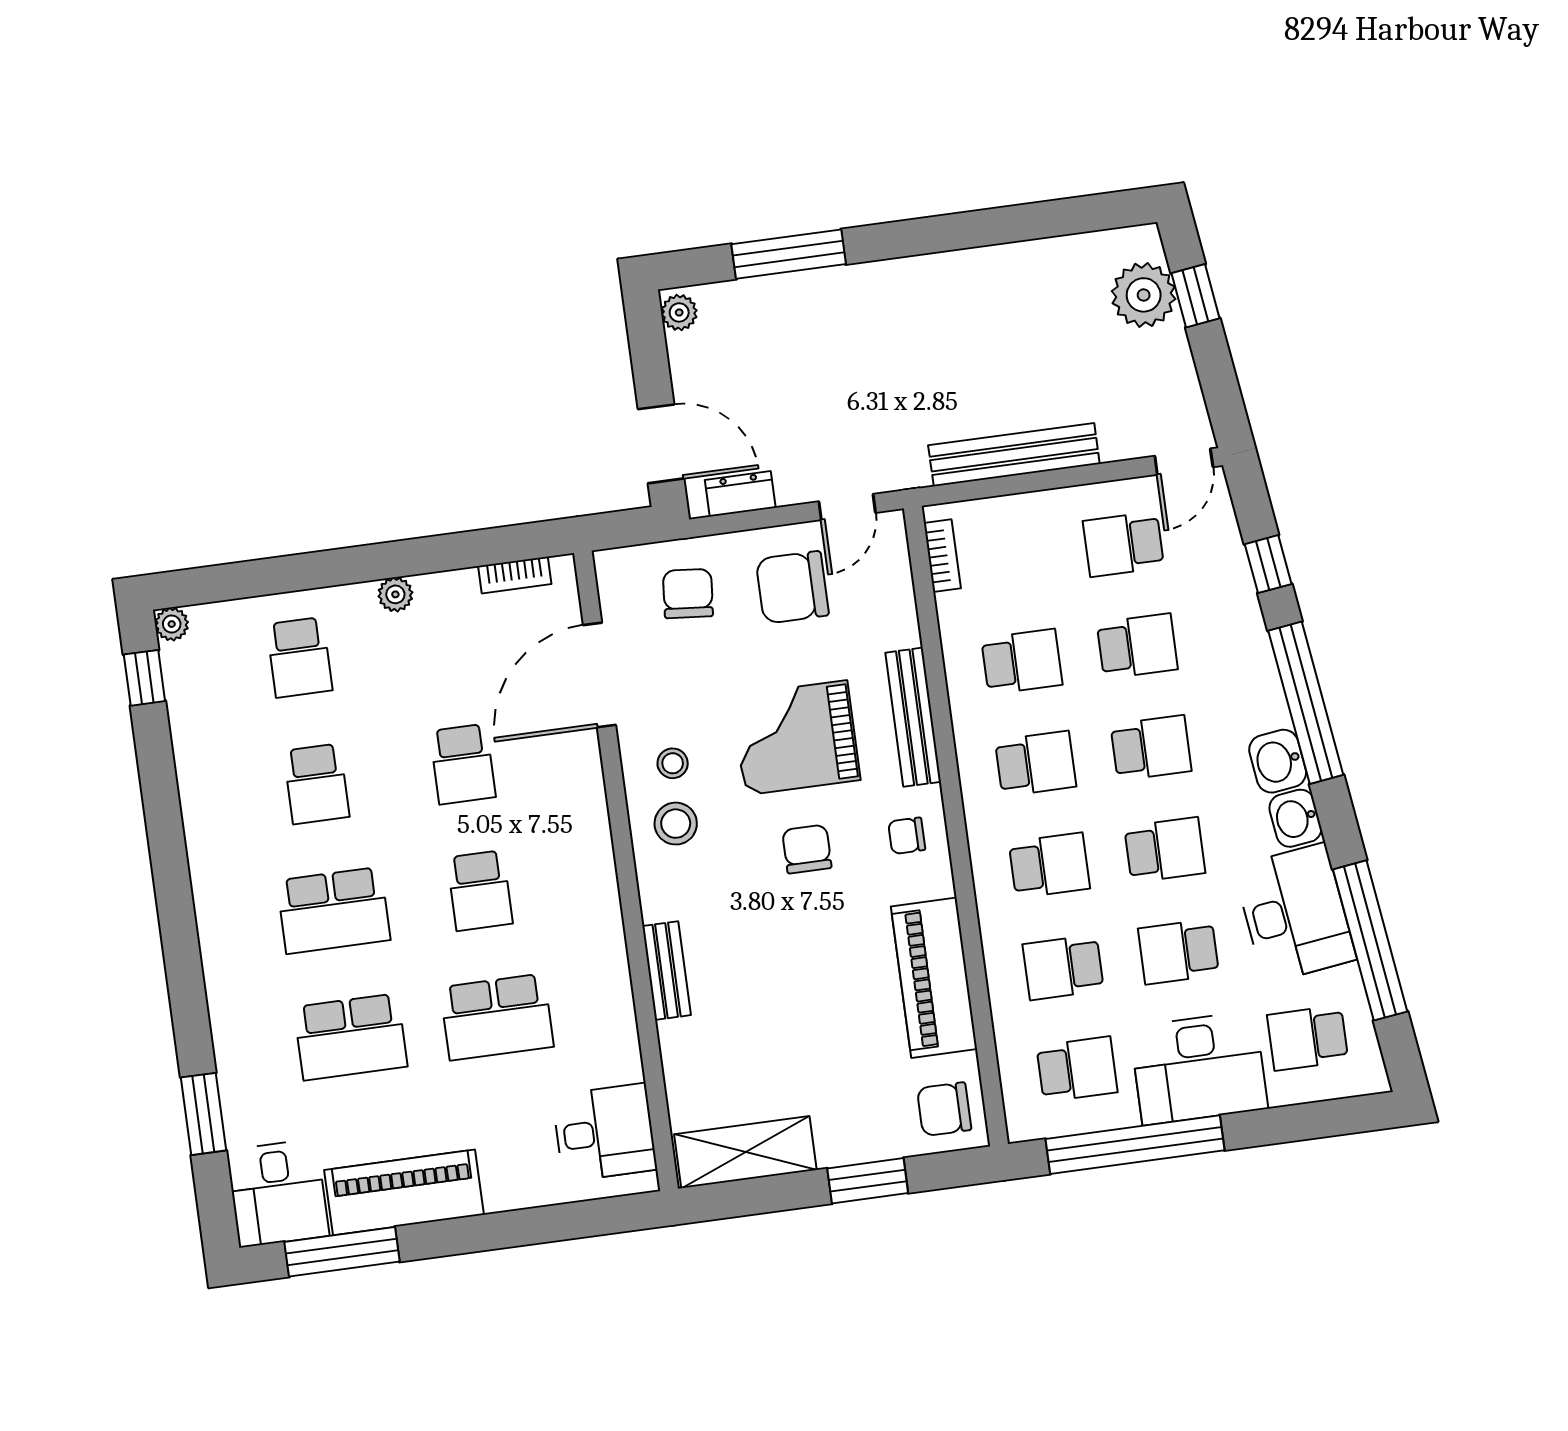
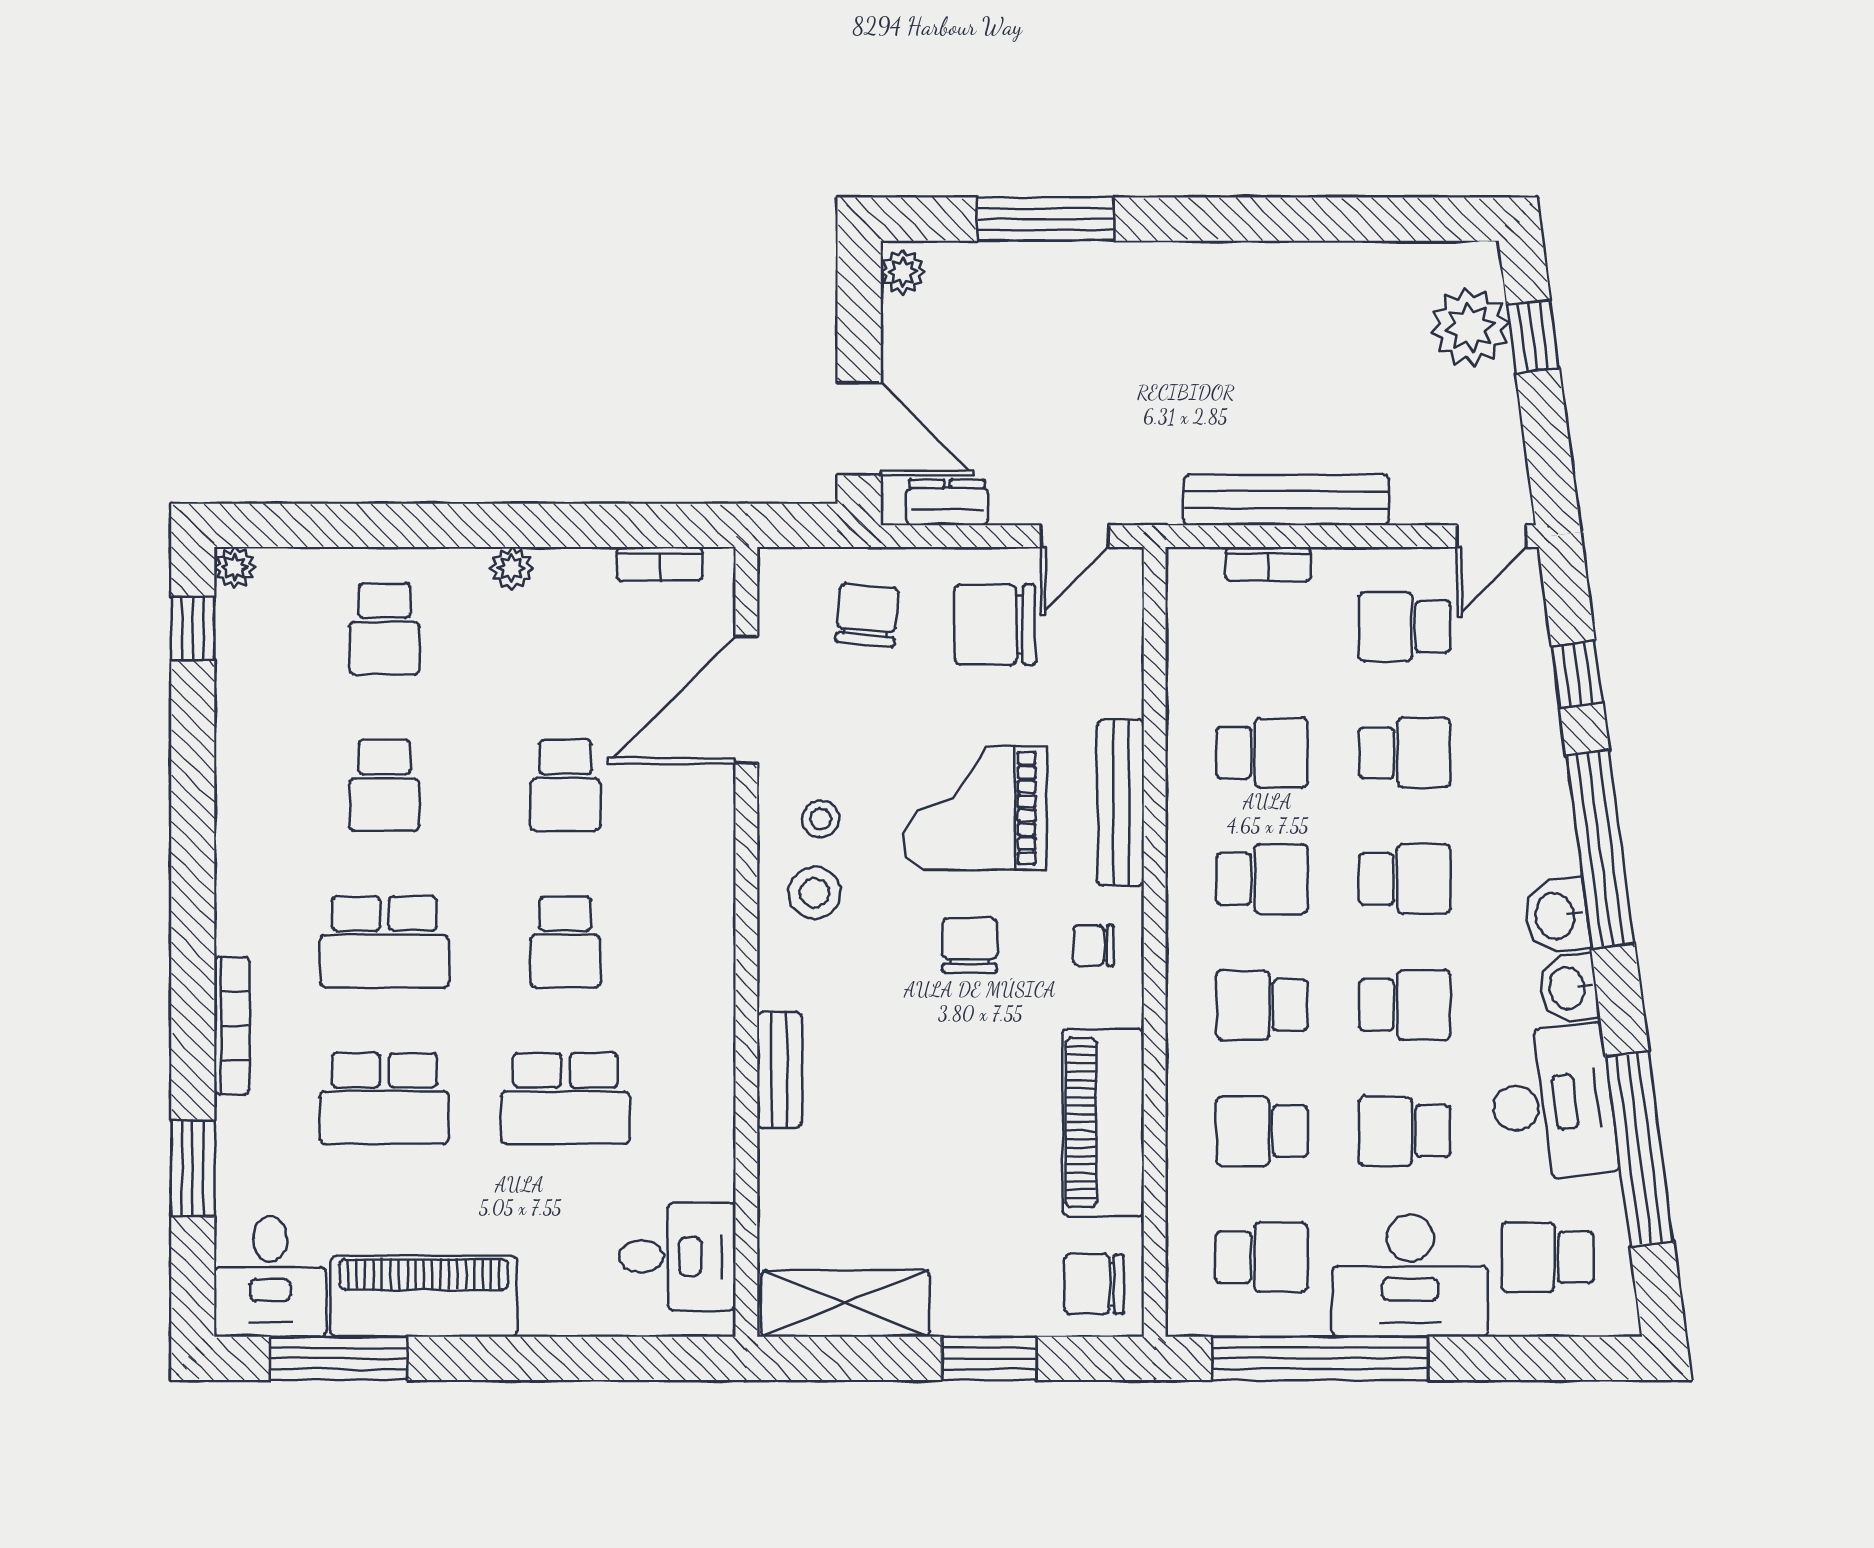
bookcase: (942, 556) -> (1268, 564), moved, turned 90
school desk: (1049, 865) -> (1262, 1005), turned 180
bookcase: (219, 995) -> (232, 1026), added

